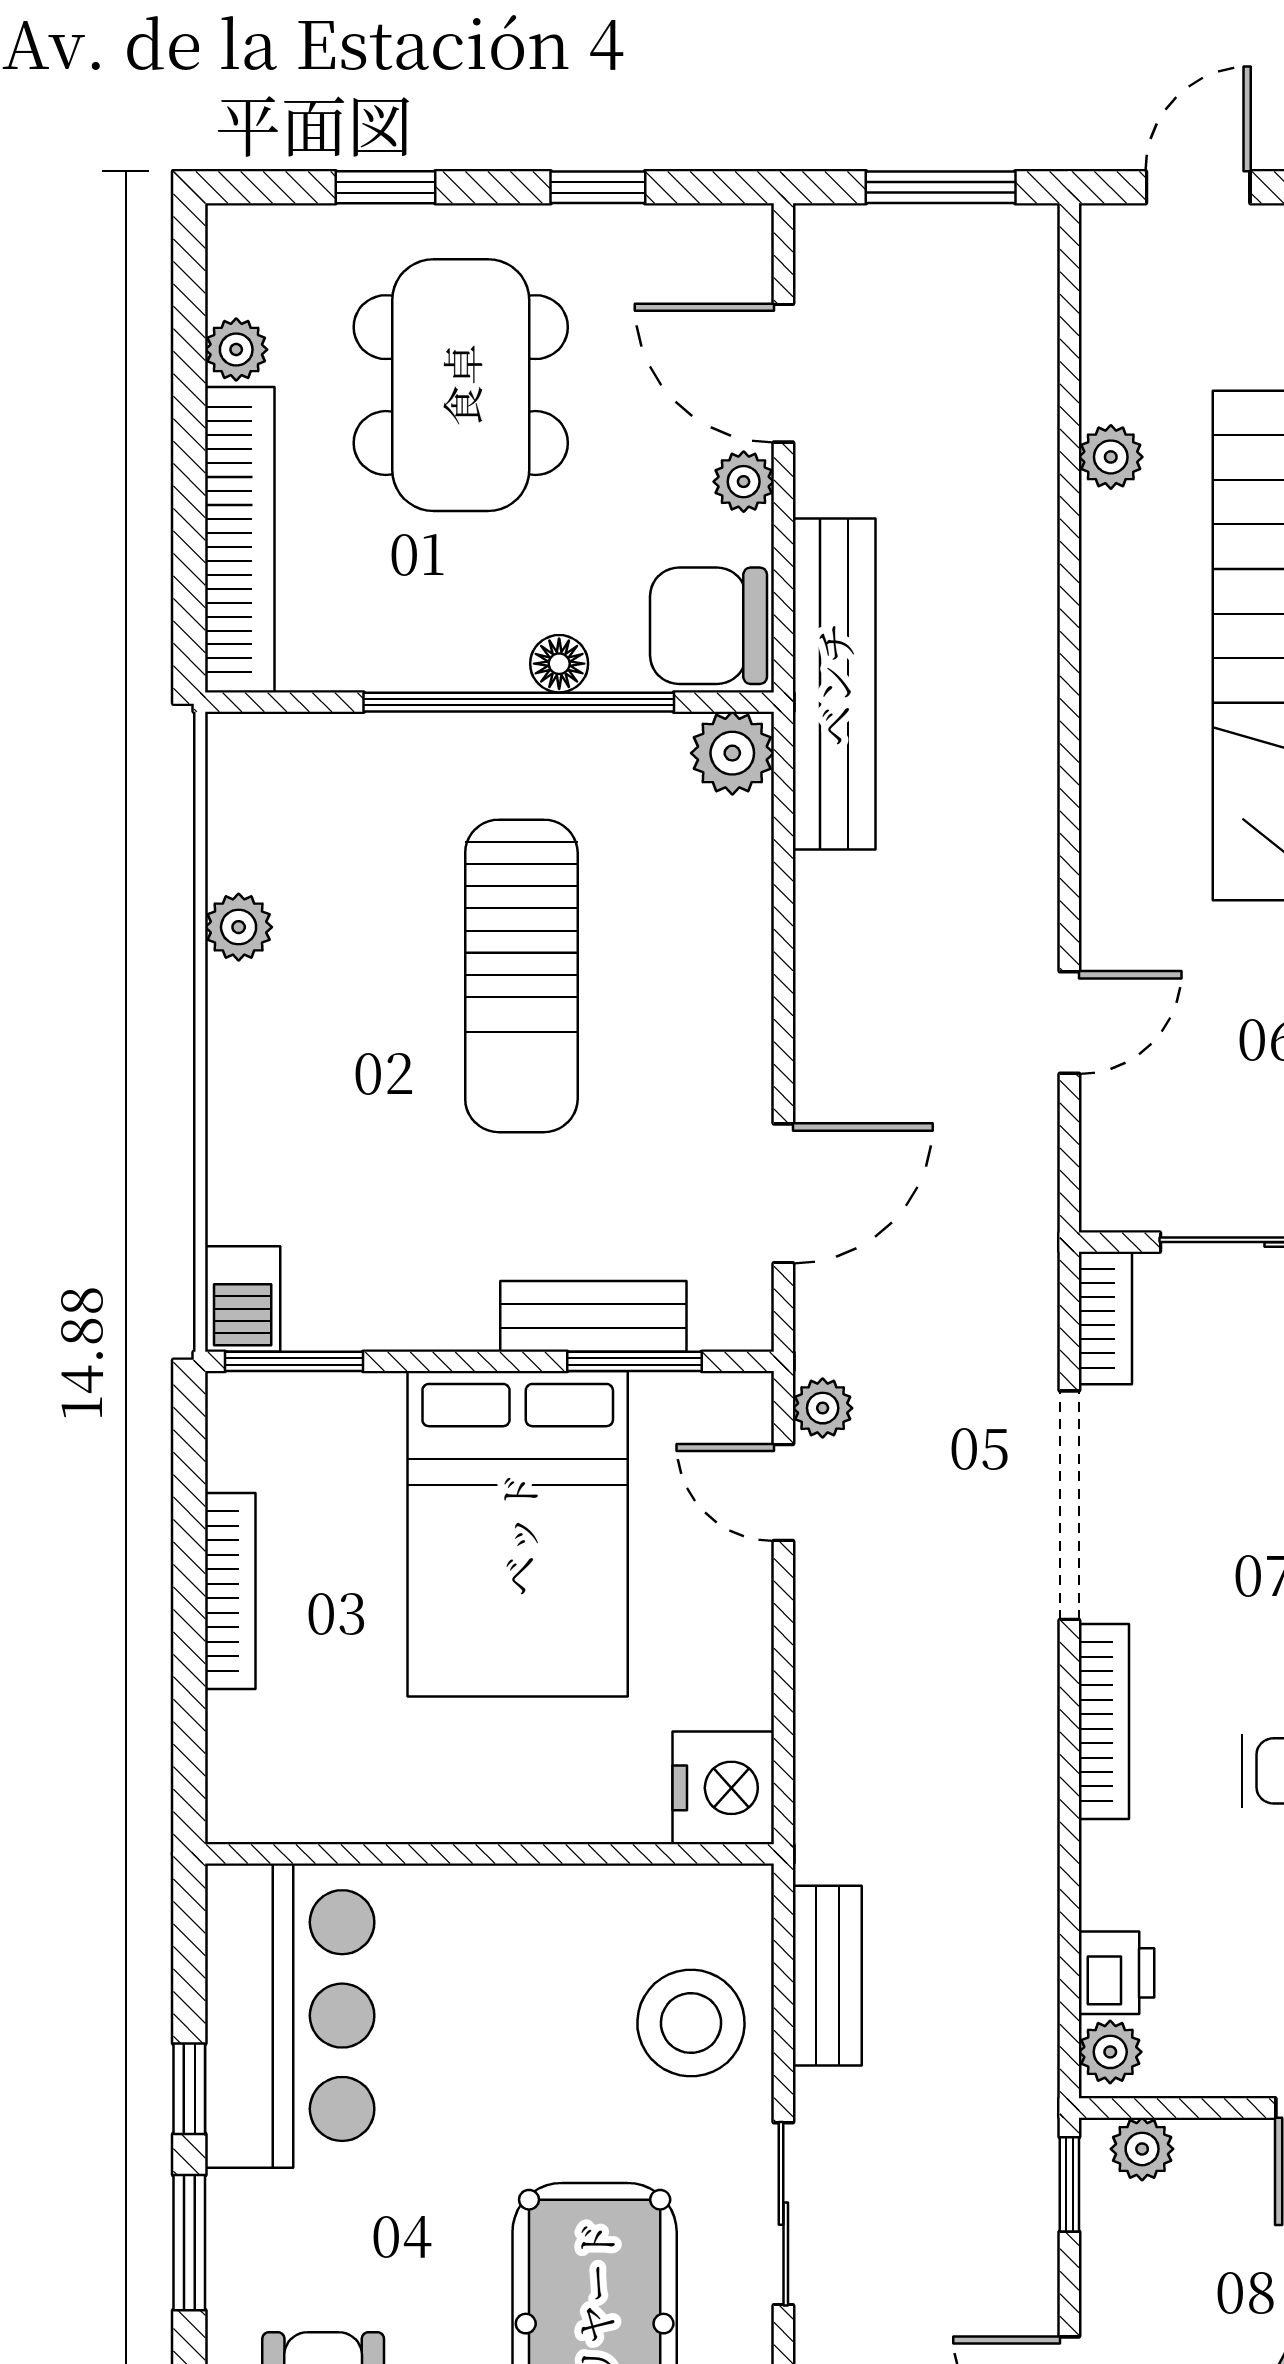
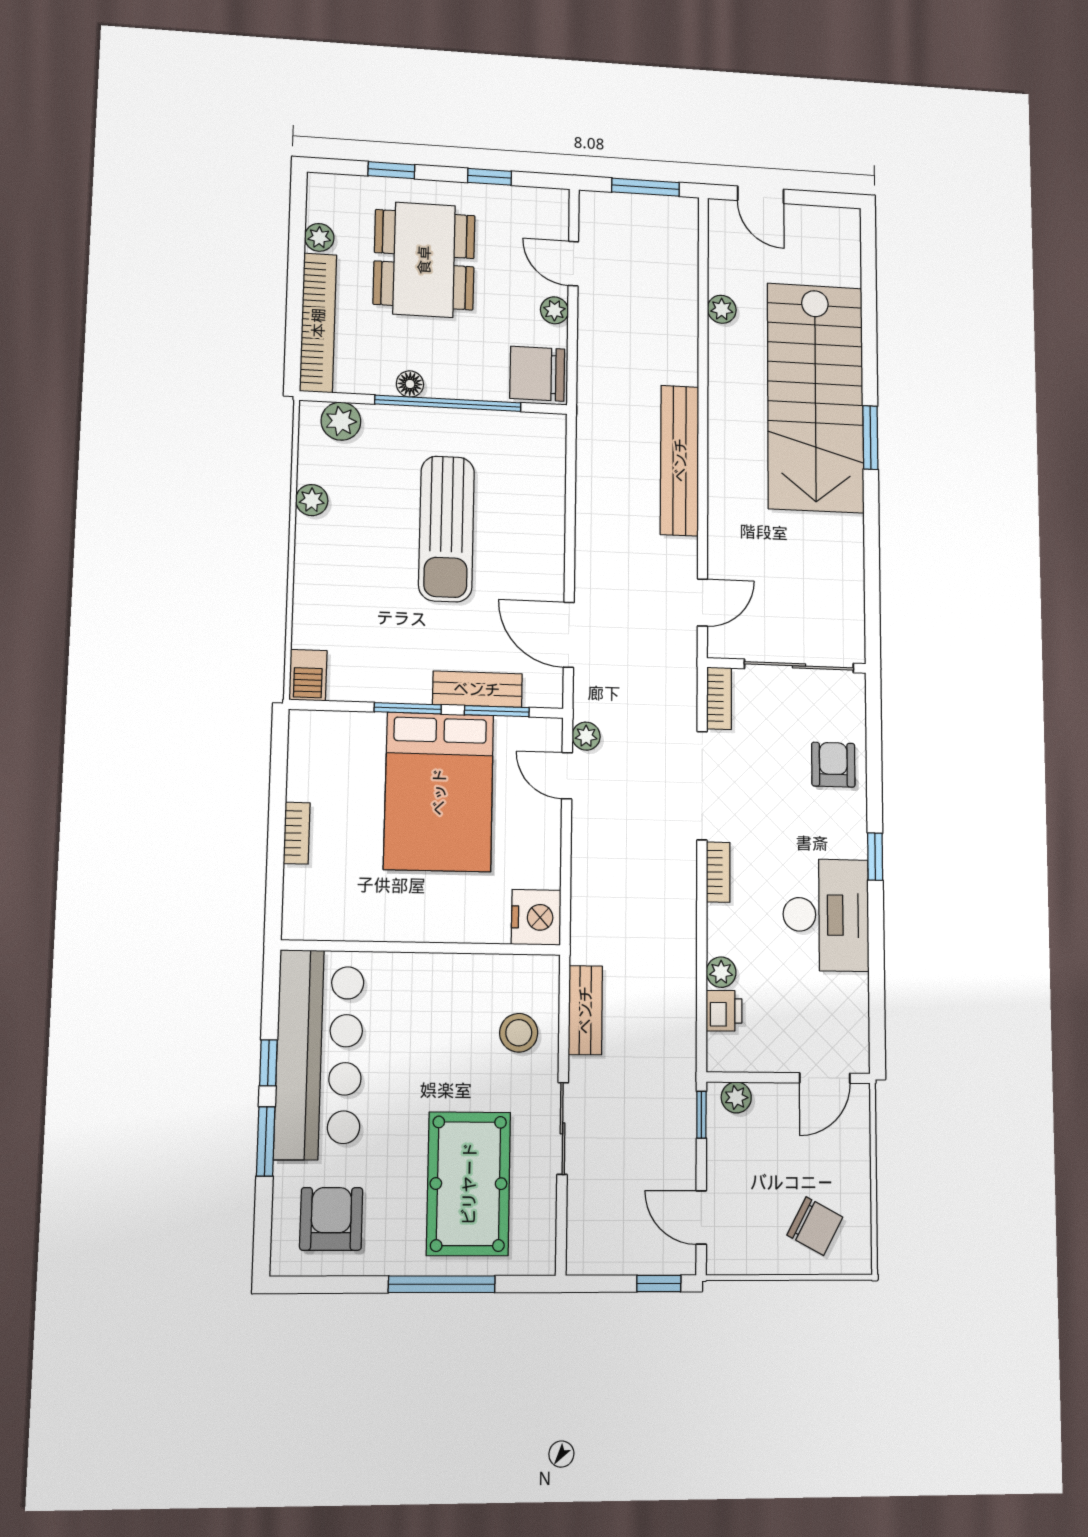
door: (1198, 187) -> (761, 195), swing flipped
door: (783, 373) -> (573, 264), width x0.73
floor lamp: (559, 664) -> (410, 384), moved
bench: (834, 684) -> (680, 460), moved
plant: (732, 753) -> (341, 421), moved
door: (1069, 1022) -> (702, 603), moved
door: (783, 1193) -> (569, 635), swing flipped
window: (294, 1361) -> (408, 708), moved
bookcase: (230, 1591) -> (297, 833), width x0.64
bookcase: (1104, 1721) -> (718, 872), width x0.64
bar counter: (290, 2016) -> (319, 1054), width x1.36
stool: (691, 2023) -> (519, 1033), width x0.73, depth x0.73
plant: (1110, 2052) -> (721, 972), moved

